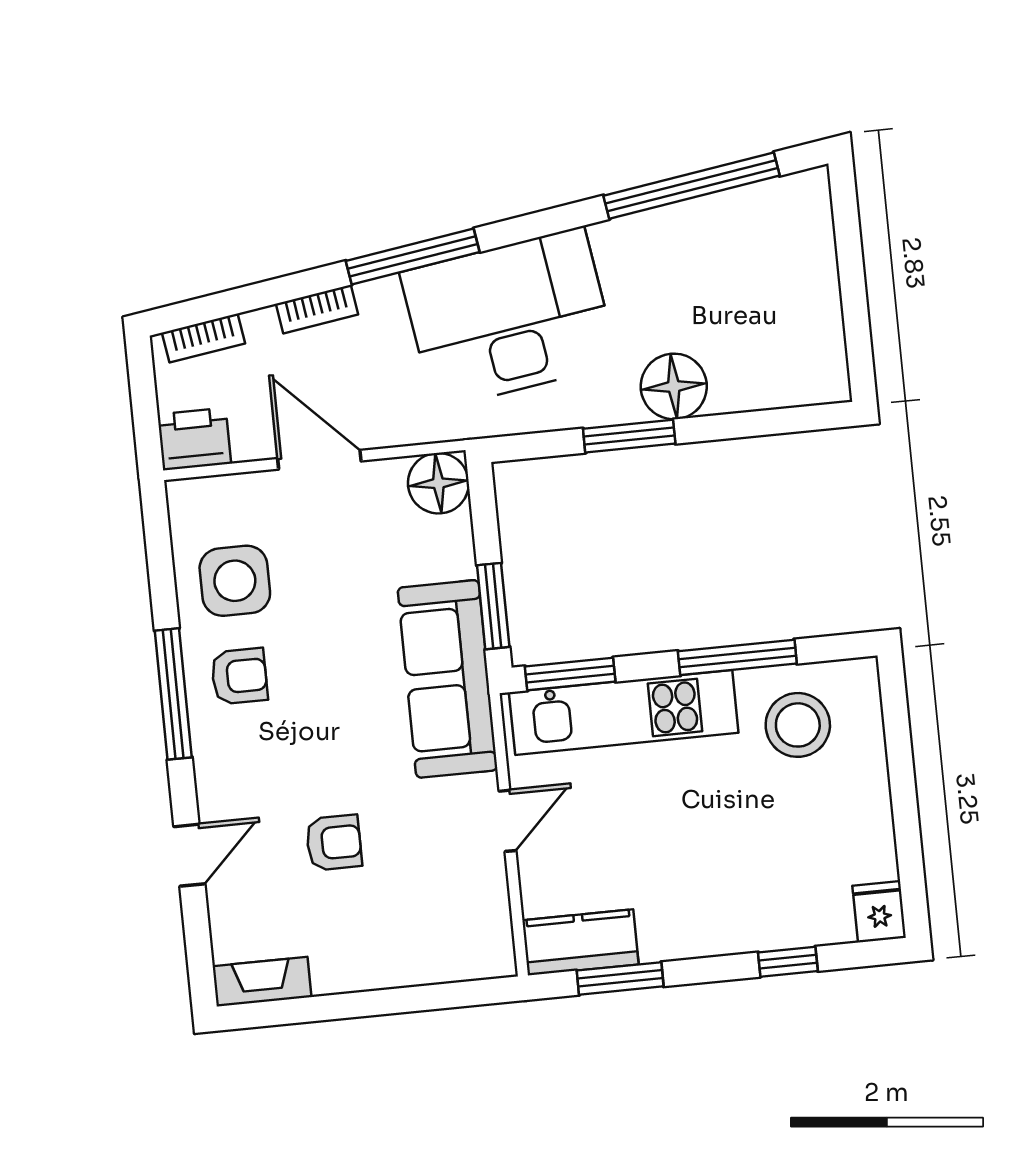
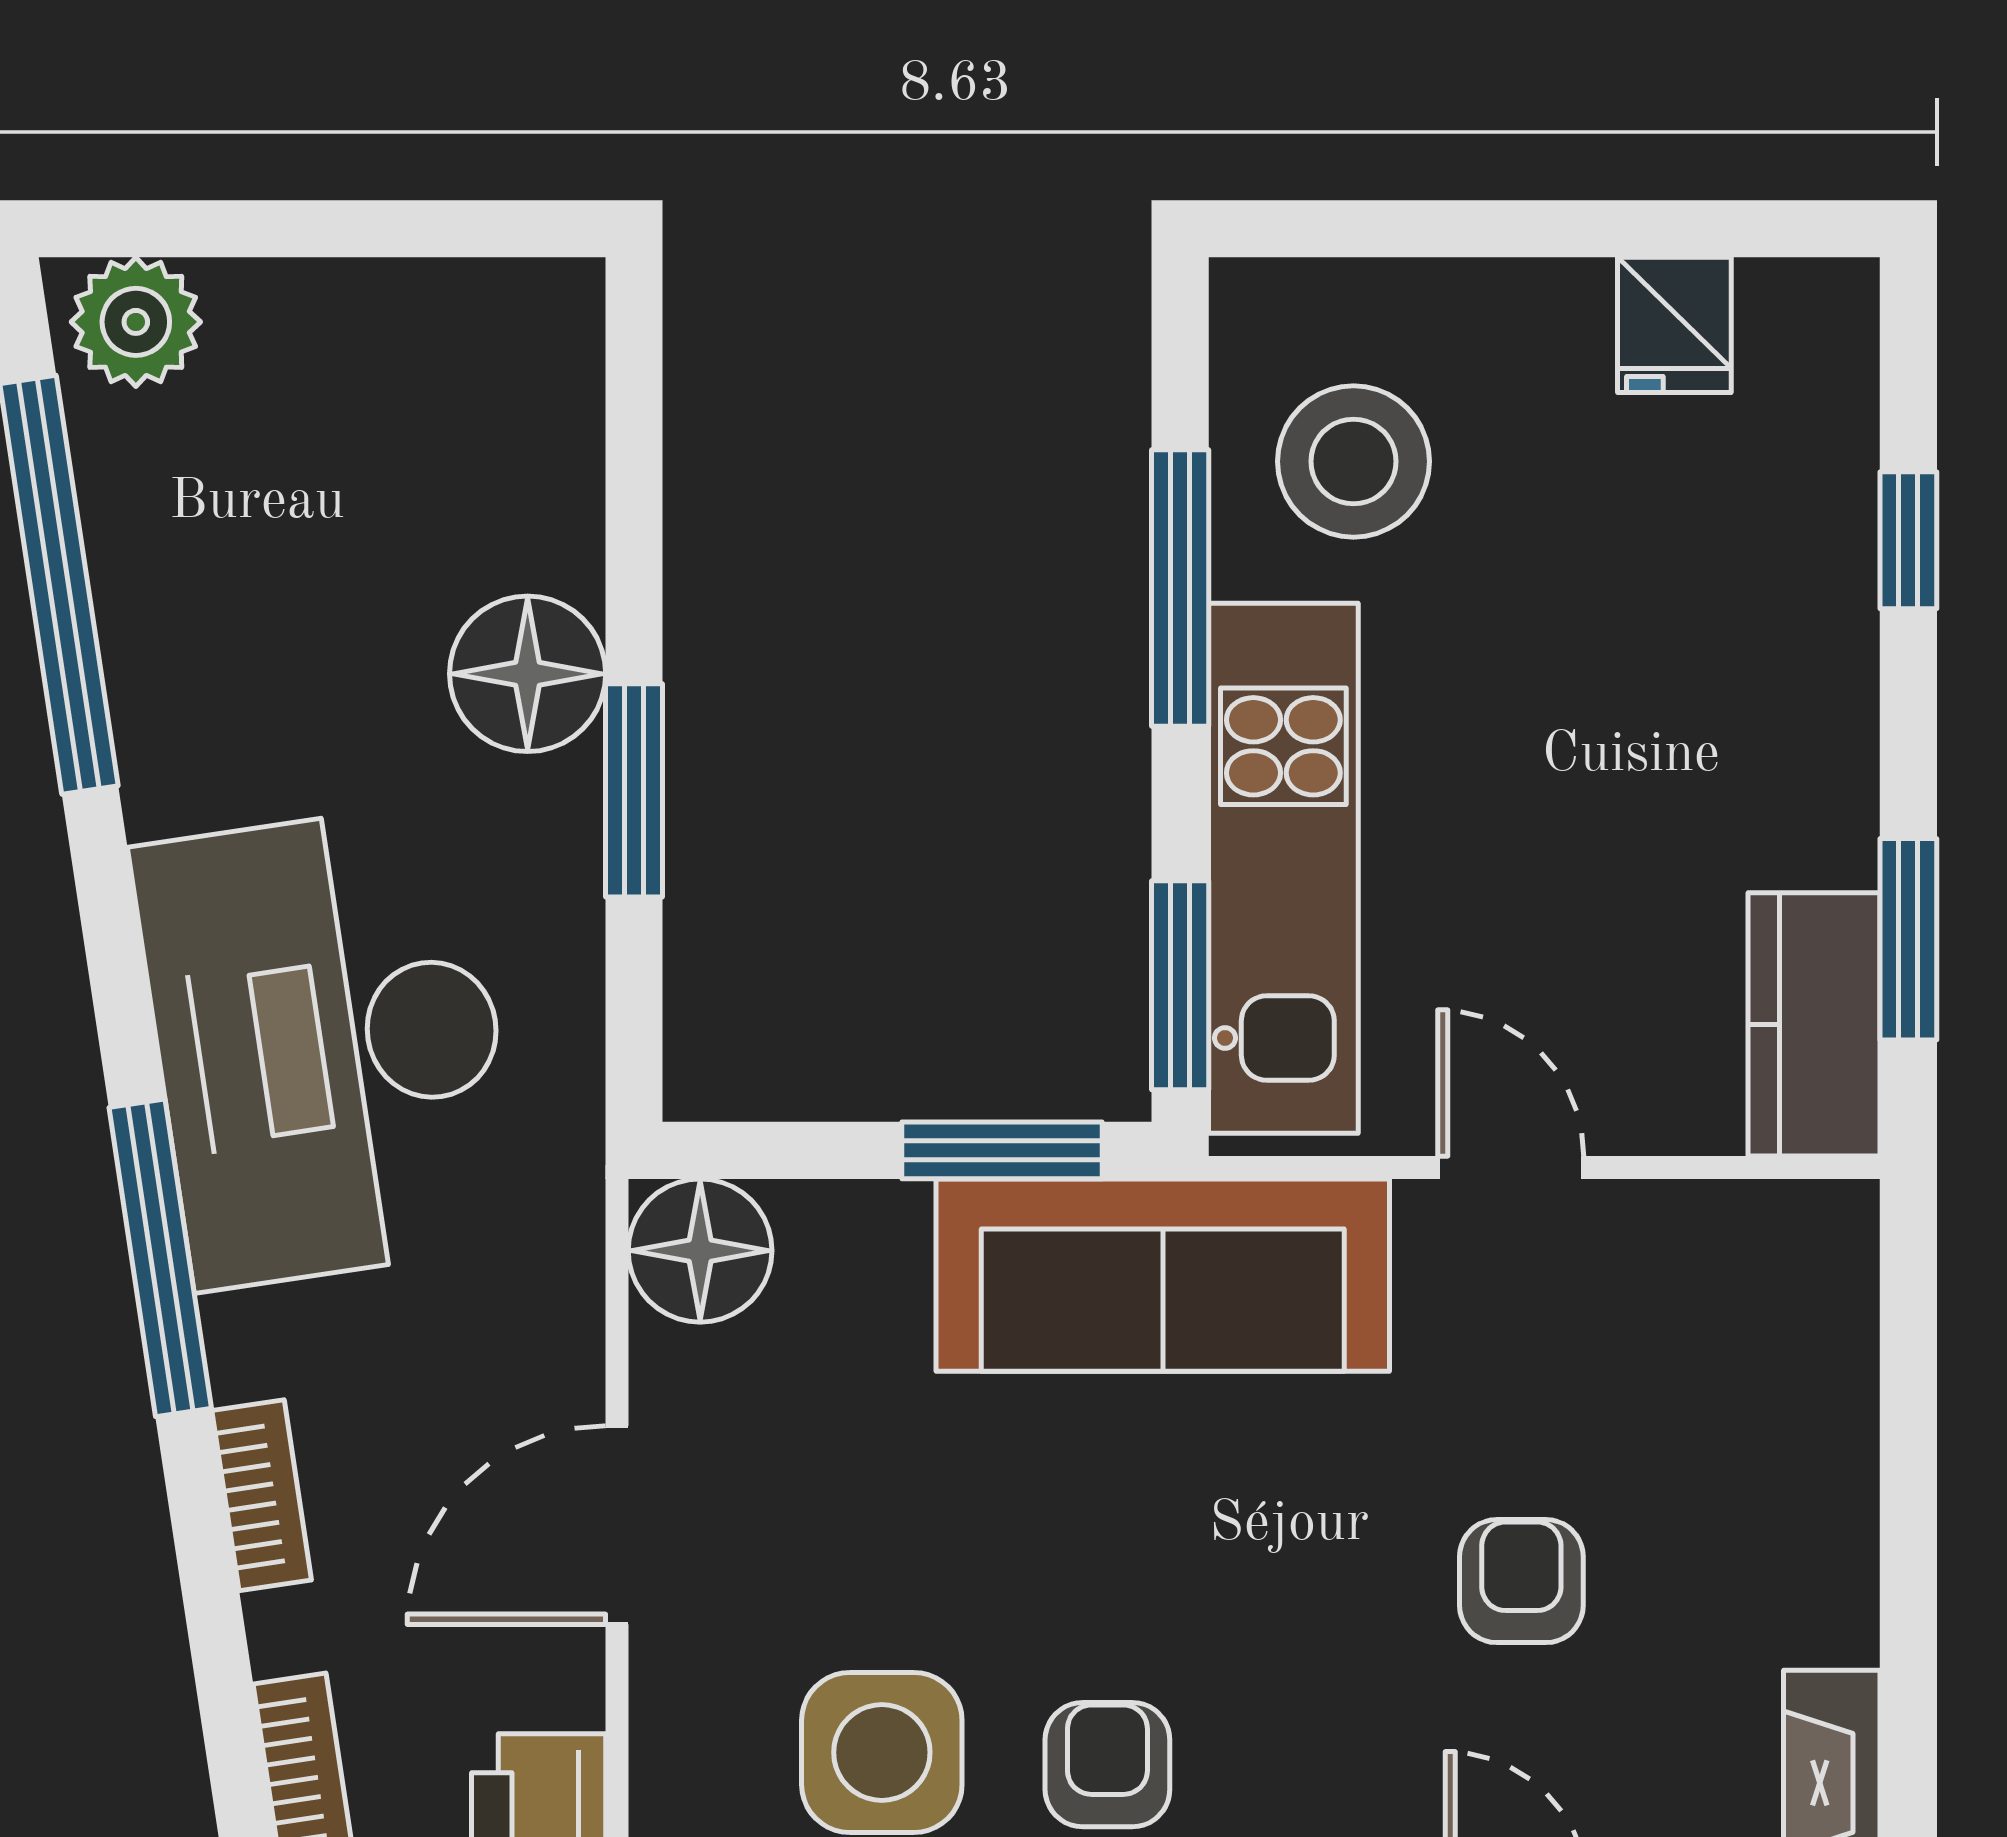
plant: (805, 207) -> (136, 322), added
fridge: (879, 912) -> (1674, 325), moved, turned -90

